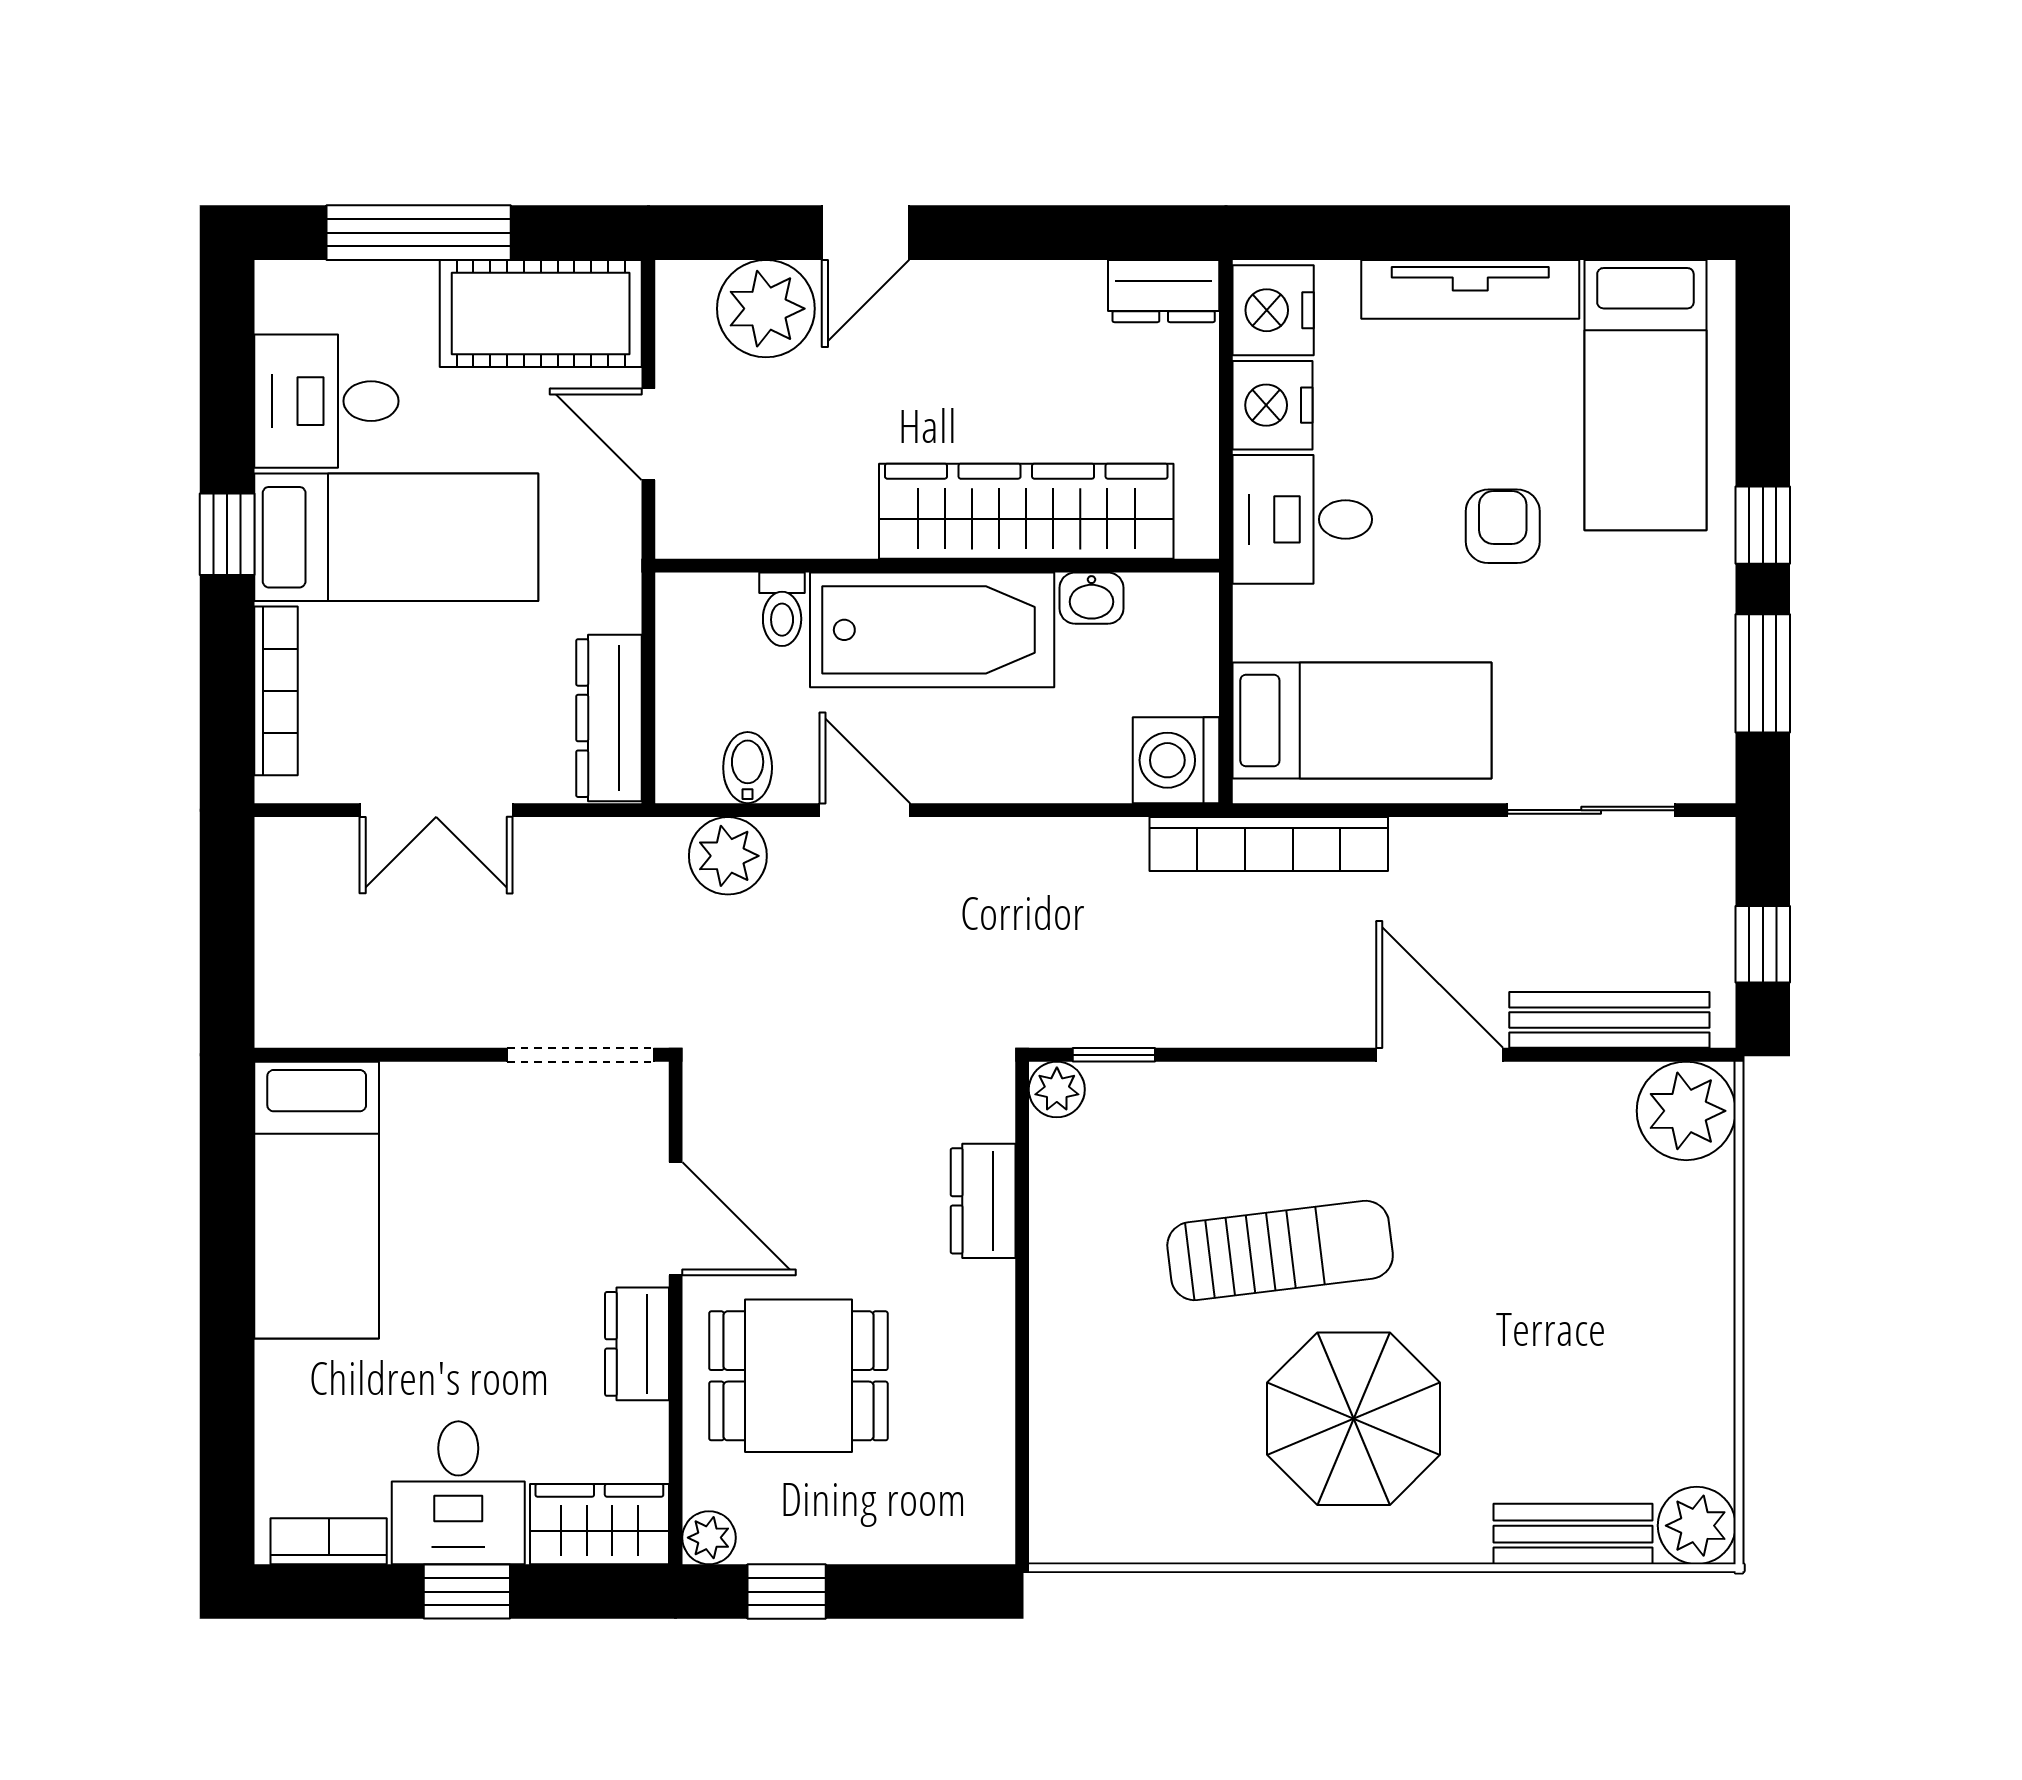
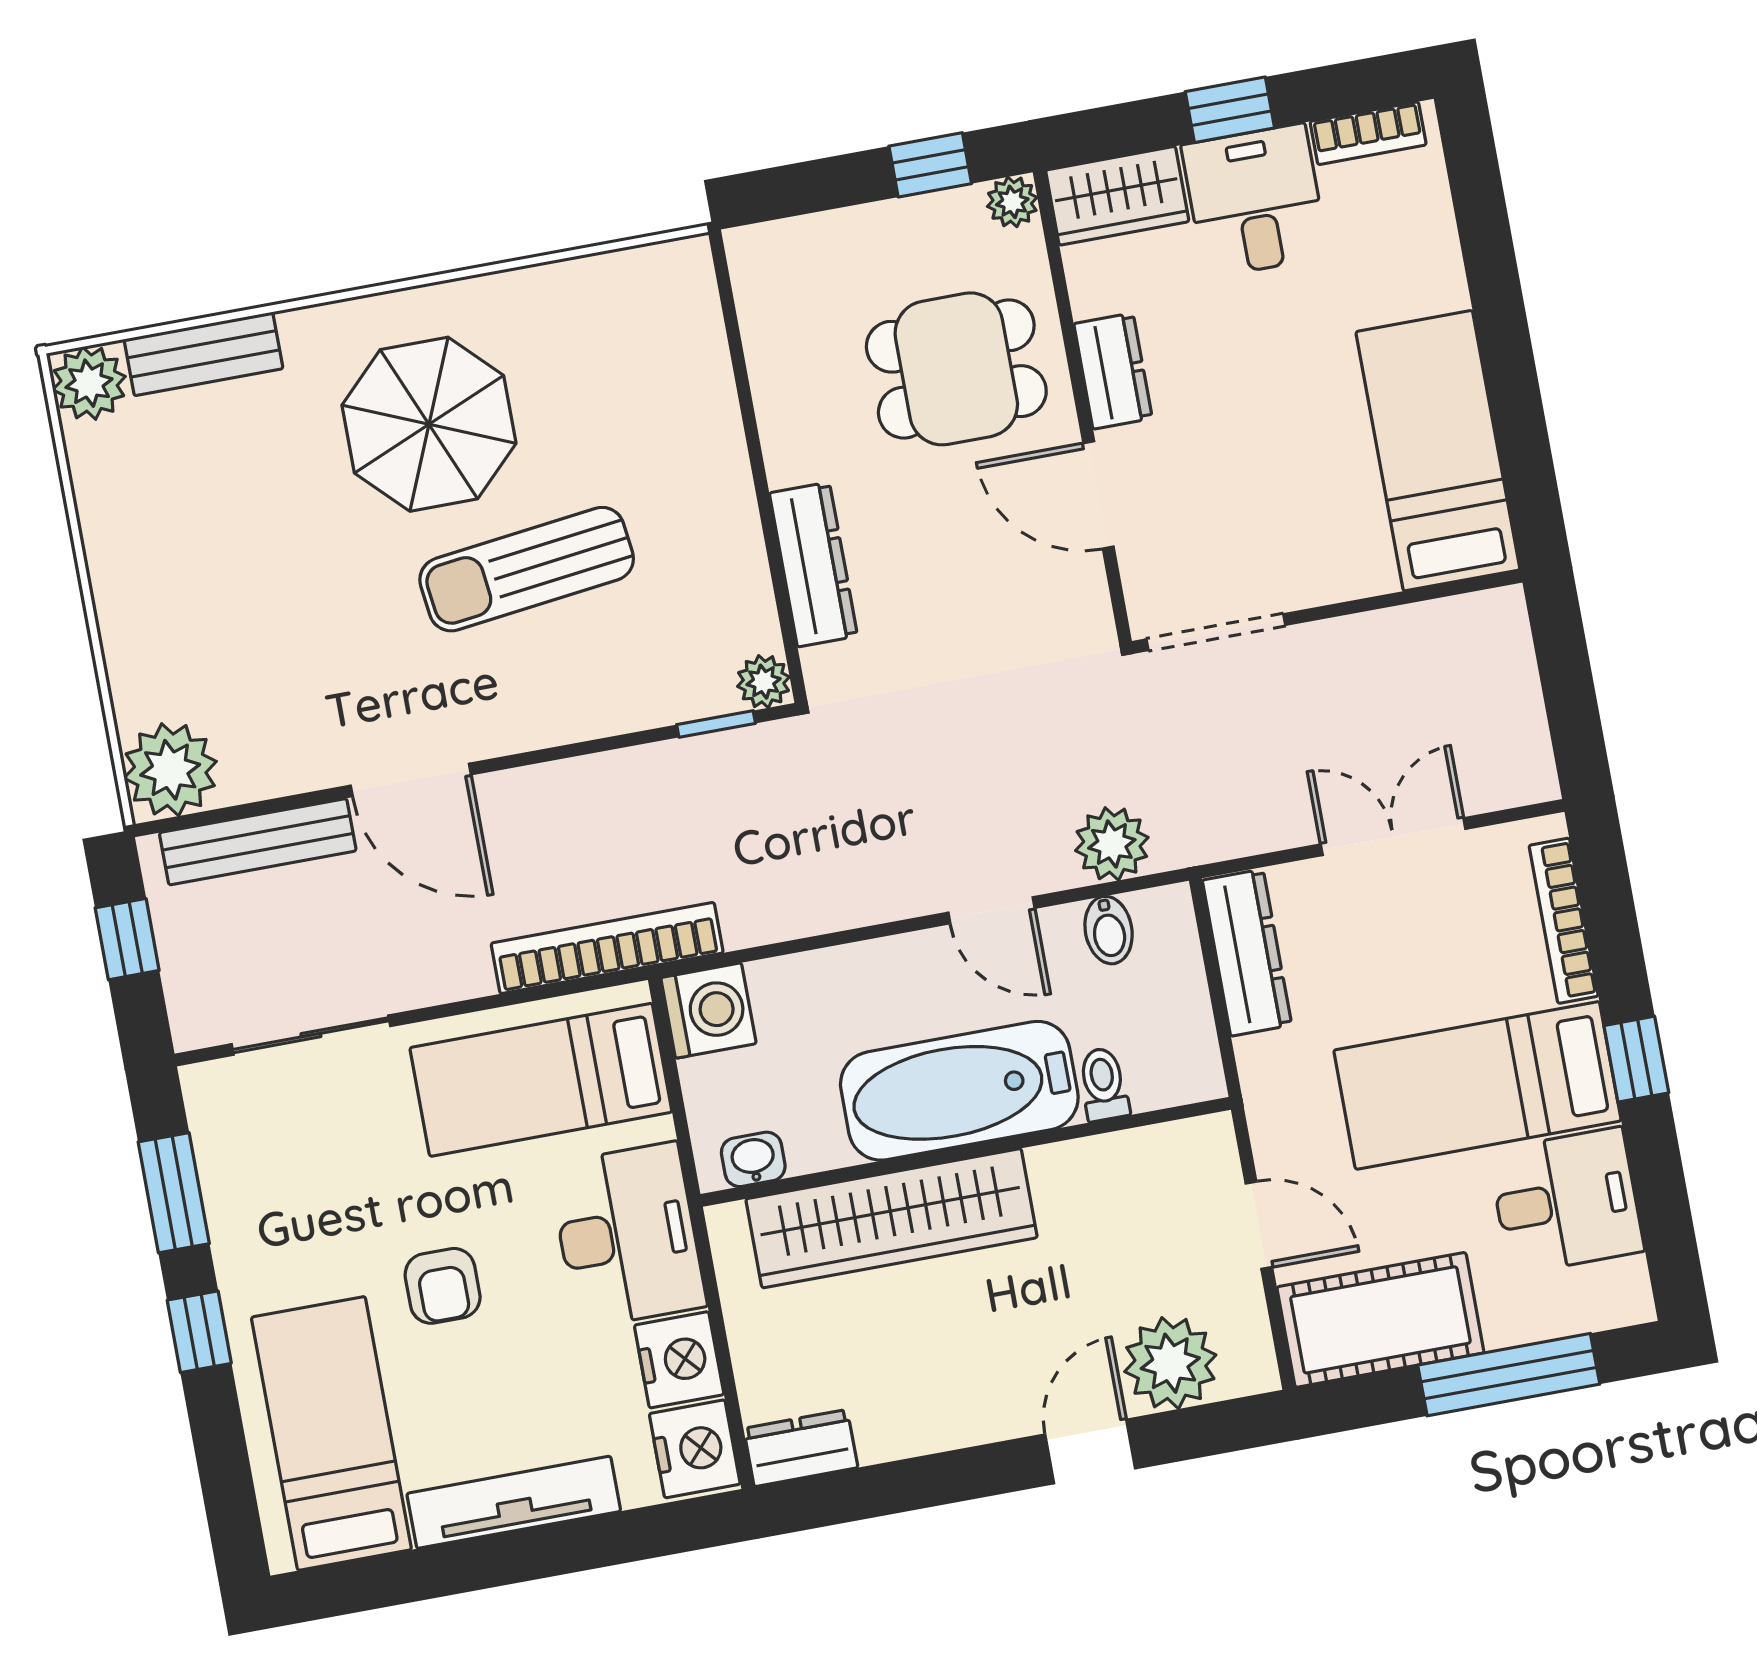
desk: (1302, 519) -> (627, 1235), width x1.37
washbasin: (1091, 598) -> (753, 1159), moved
dresser: (983, 1201) -> (813, 565), width x1.44

